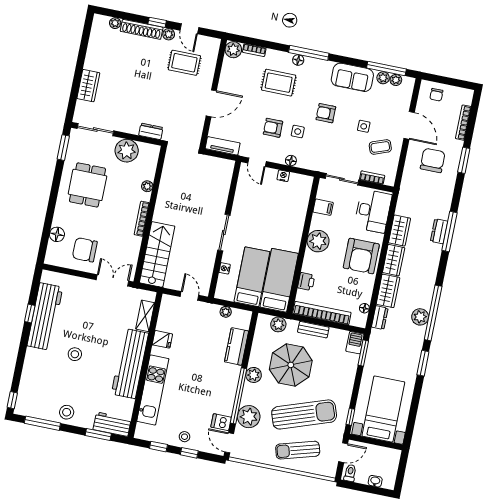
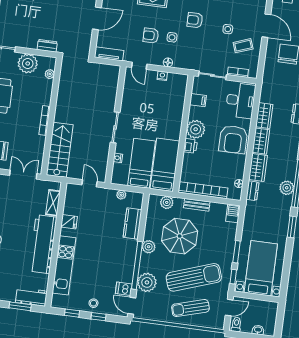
plant: (147, 186) -> (50, 74), moved
printer: (306, 282) -> (190, 146), moved
window: (363, 353) -> (237, 252), moved

